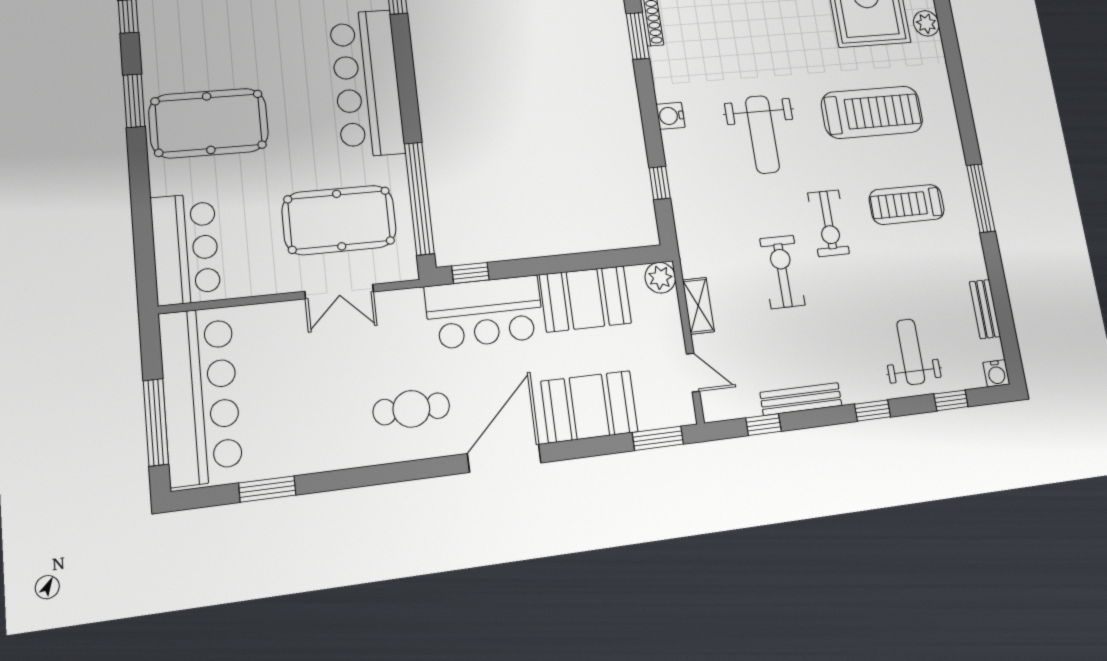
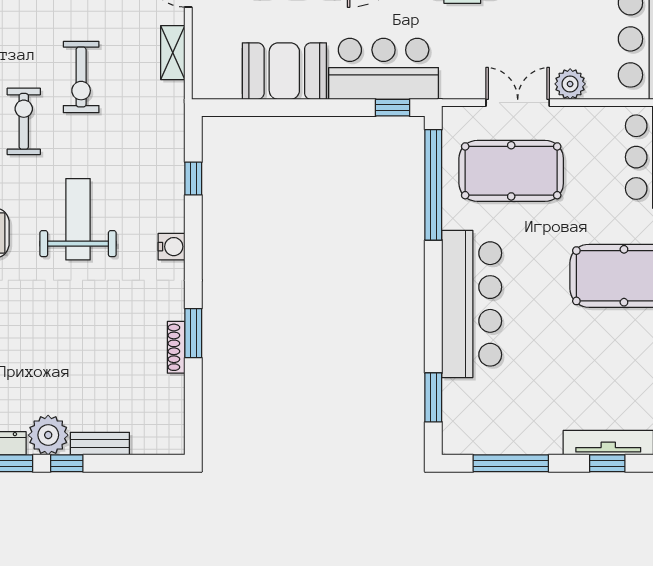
plant: (660, 278) -> (570, 84), moved

